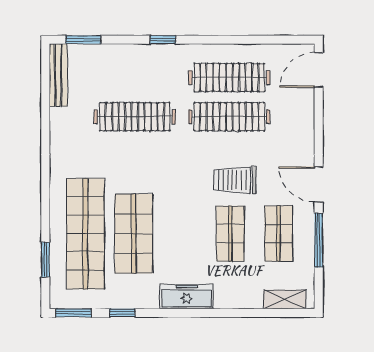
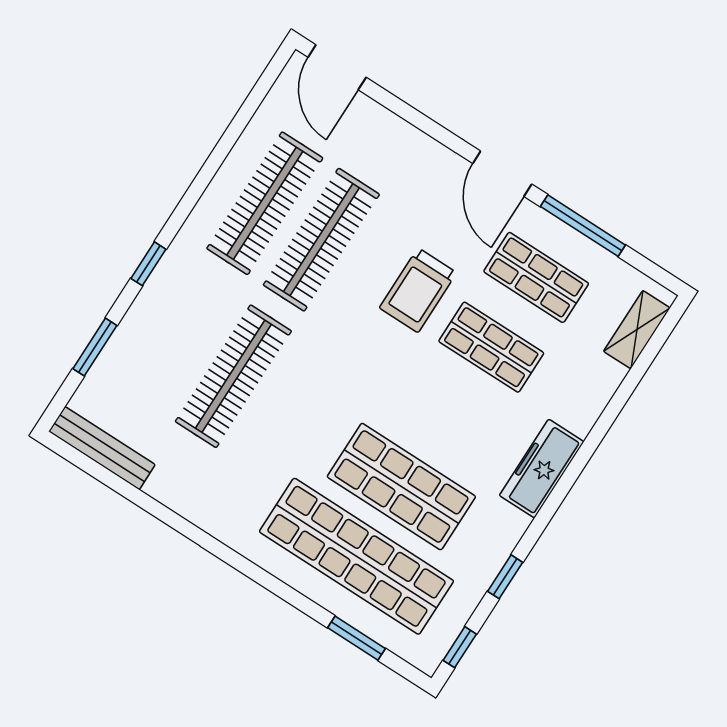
window: (83, 40) -> (95, 347), moved
door: (319, 184) -> (502, 174), hinge flipped
window: (74, 313) -> (460, 647), width x0.67

